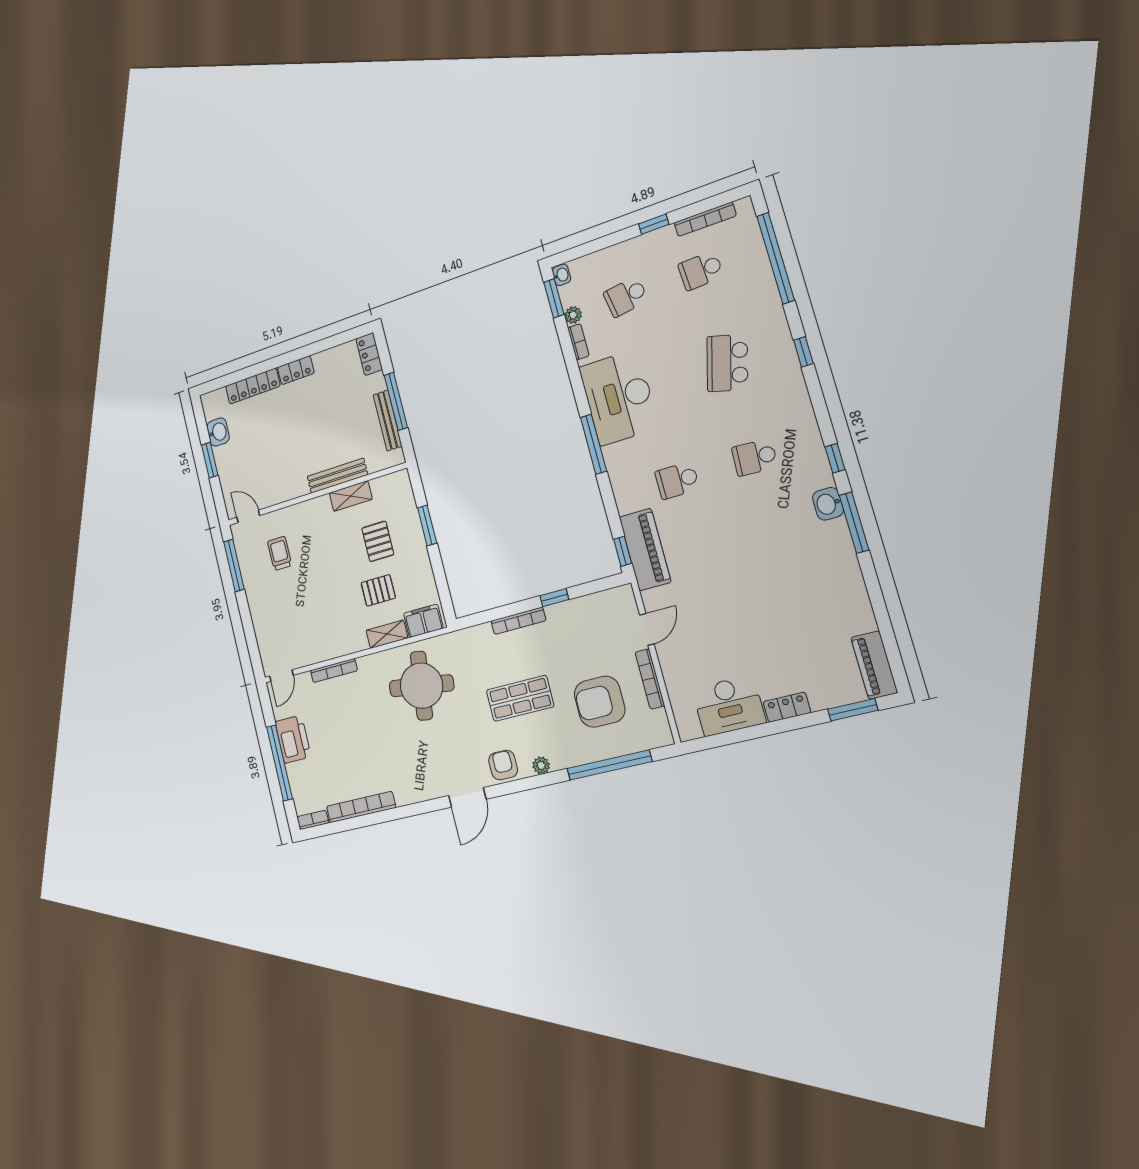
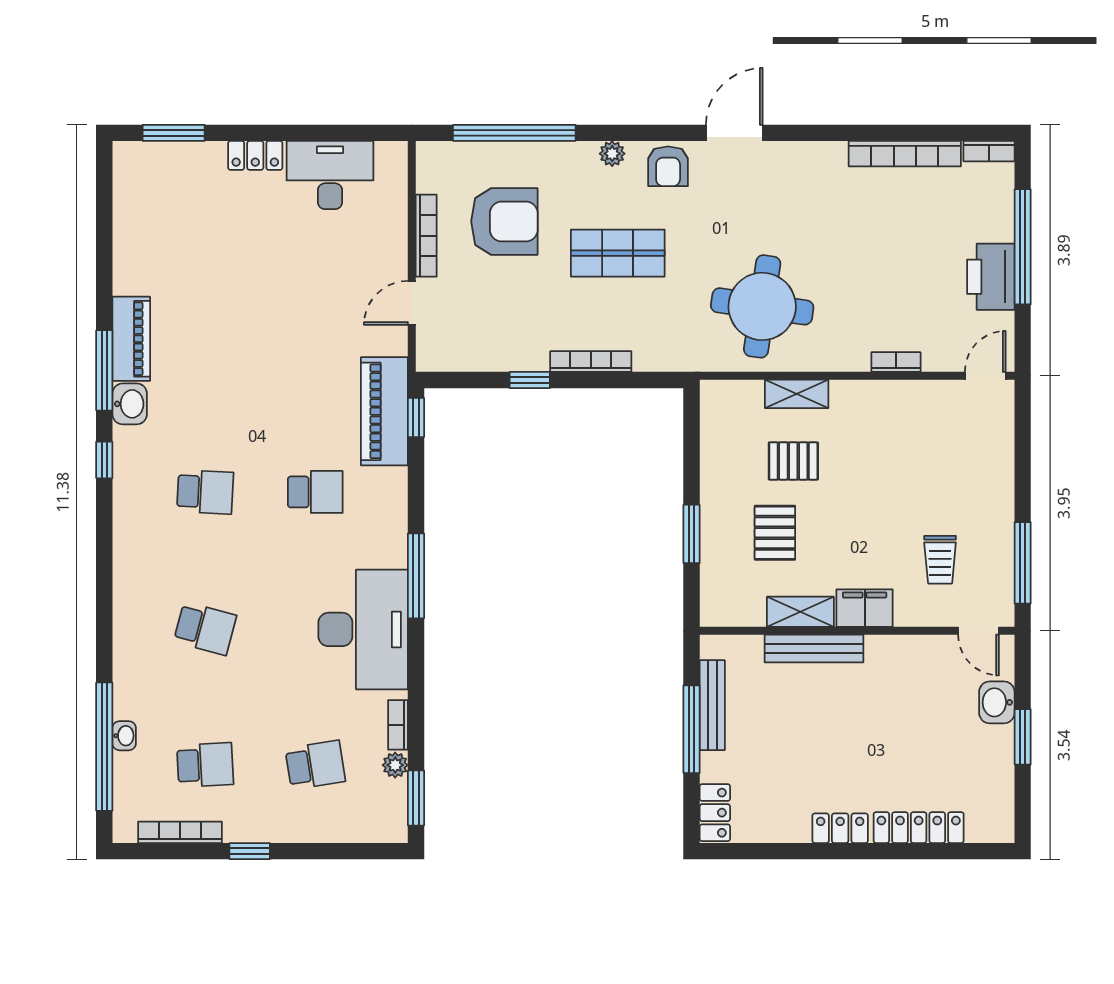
washbasin: (561, 275) -> (124, 736), moved, turned 180
window: (803, 352) -> (104, 611), removed
school desk: (727, 363) -> (205, 628), width x0.54
washbasin: (218, 432) -> (997, 702), moved
filing cabinet: (423, 621) -> (865, 608), moved, turned 180
piano: (874, 665) -> (131, 339), moved
bookcase: (334, 671) -> (896, 362), width x0.64

